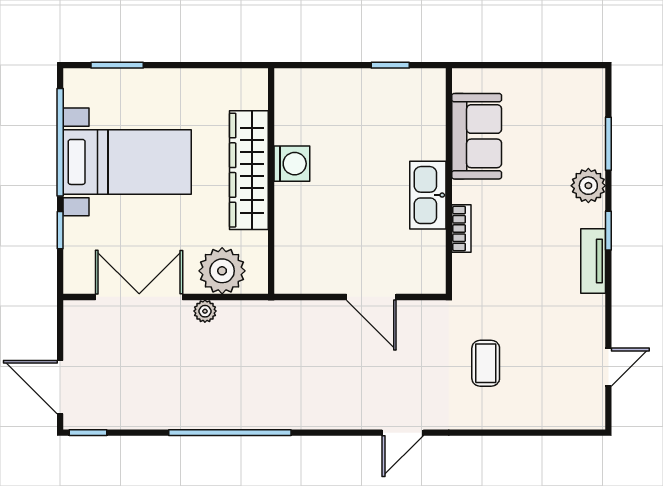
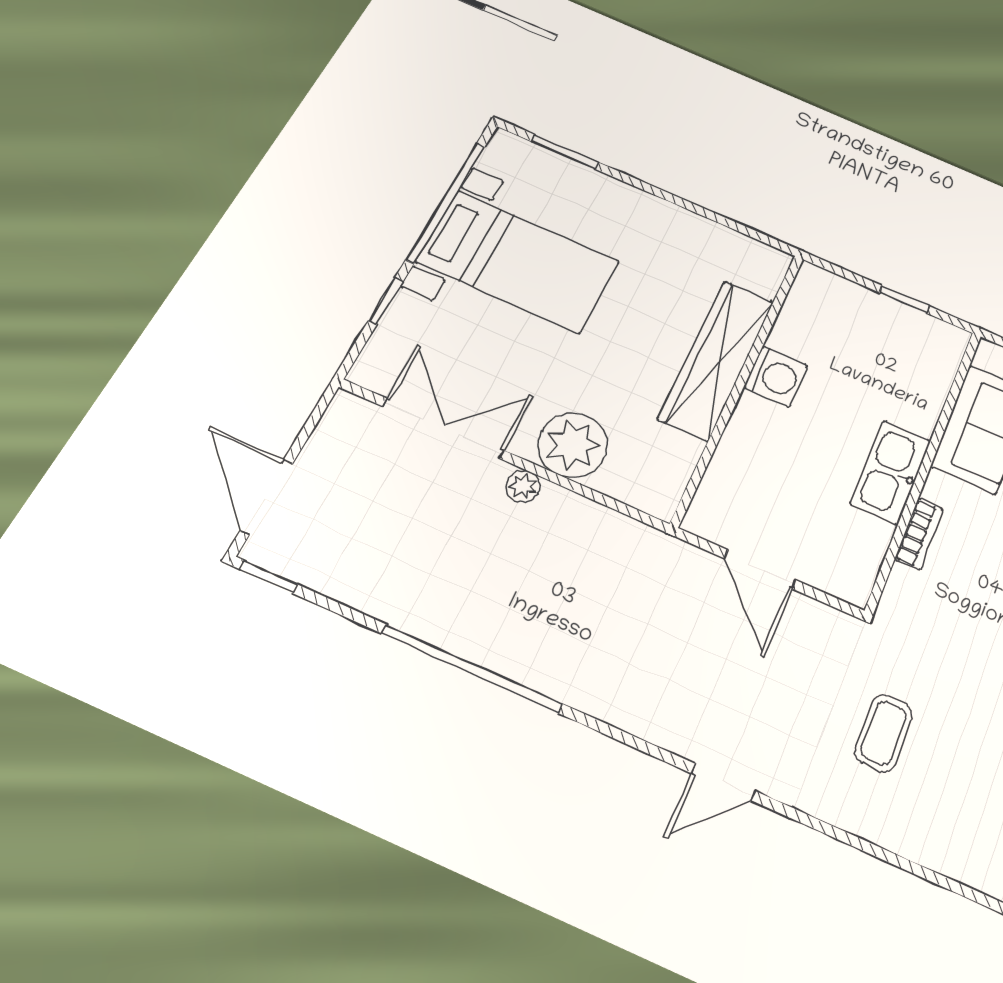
washing machine: (292, 164) -> (776, 377), moved
wardrobe: (249, 170) -> (716, 360), moved
wall: (271, 181) -> (739, 385), moved

